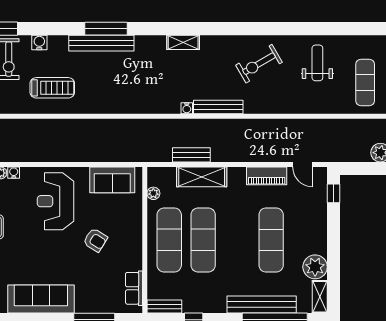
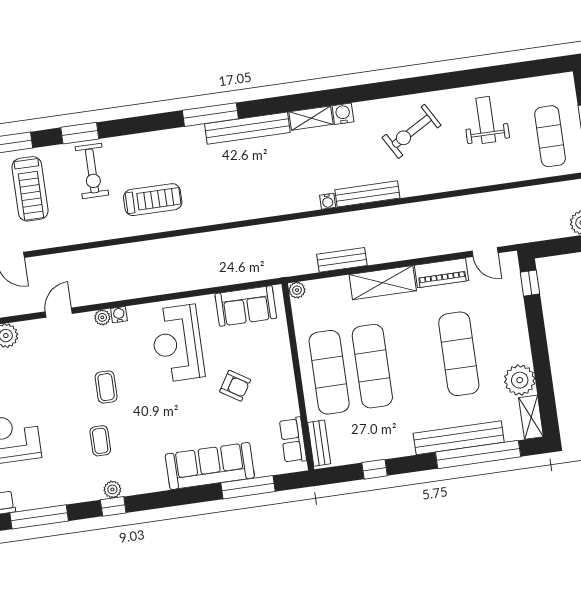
water cooler: (39, 43) -> (343, 114), moved
bench: (101, 43) -> (247, 128), moved
shelving: (202, 177) -> (383, 283), moved
plant: (153, 193) -> (297, 290), moved
sofa: (41, 299) -> (210, 466), moved
bench: (164, 307) -> (319, 443), moved, turned 90

